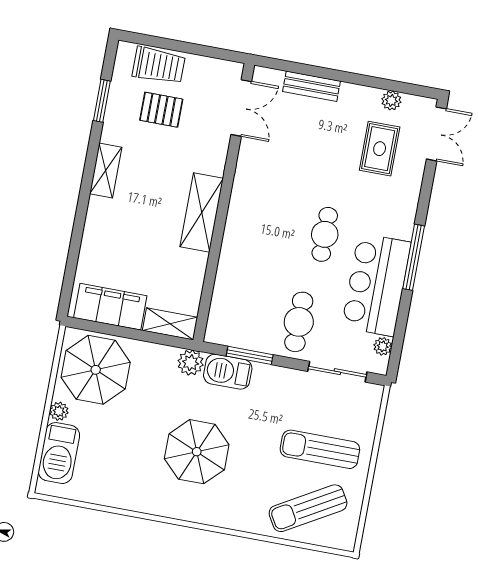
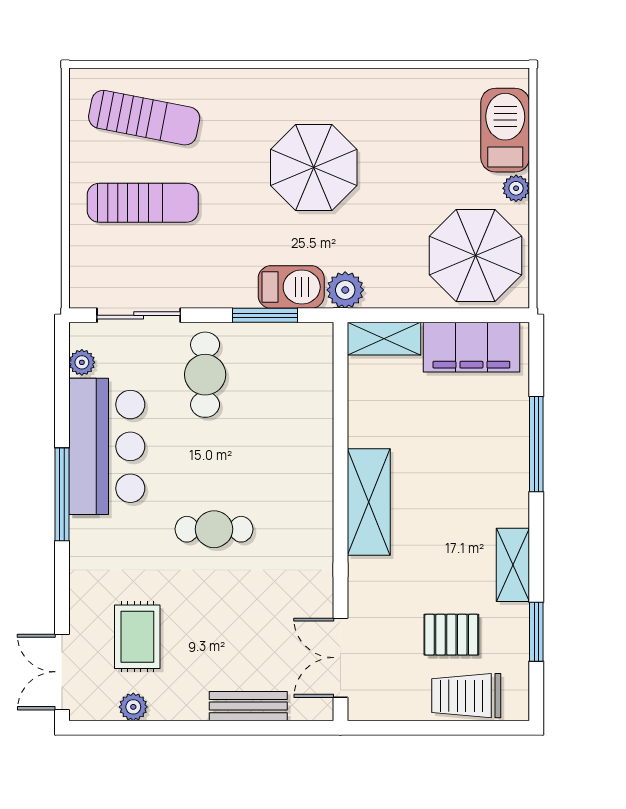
shelving: (106, 171) -> (513, 565), moved
window: (78, 231) -> (536, 444), added
cafe table: (325, 234) -> (214, 529), moved, turned 90
sun lounger: (308, 508) -> (144, 118), turned 41

